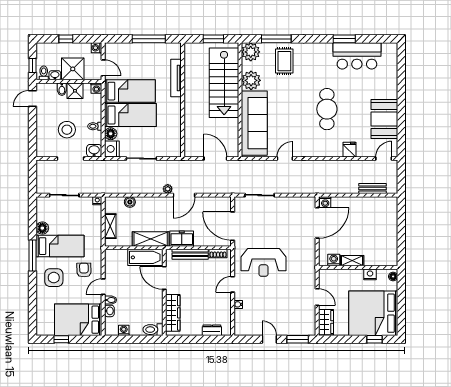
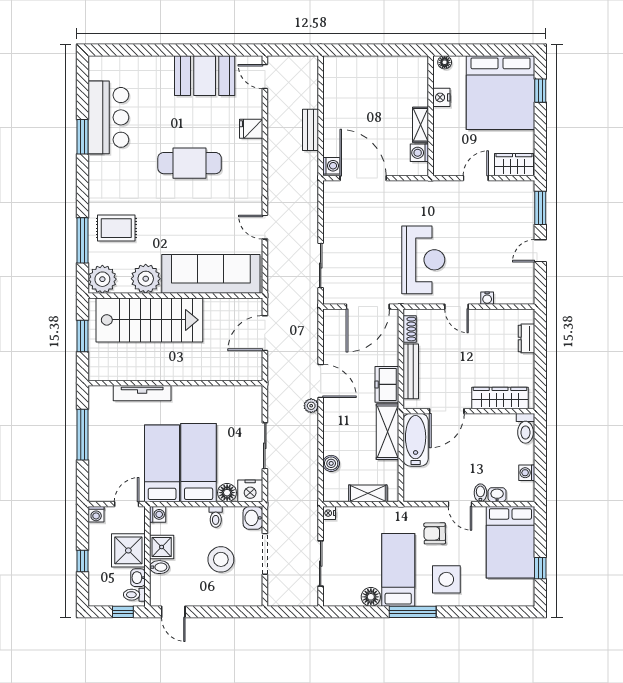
bench: (372, 188) -> (311, 130), moved

